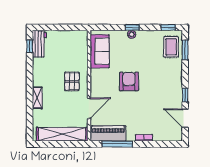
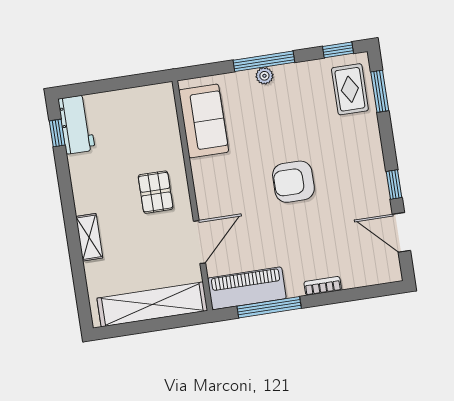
window: (132, 27) -> (264, 61), width x2.17
armchair: (129, 81) -> (293, 182), moved, turned -90

